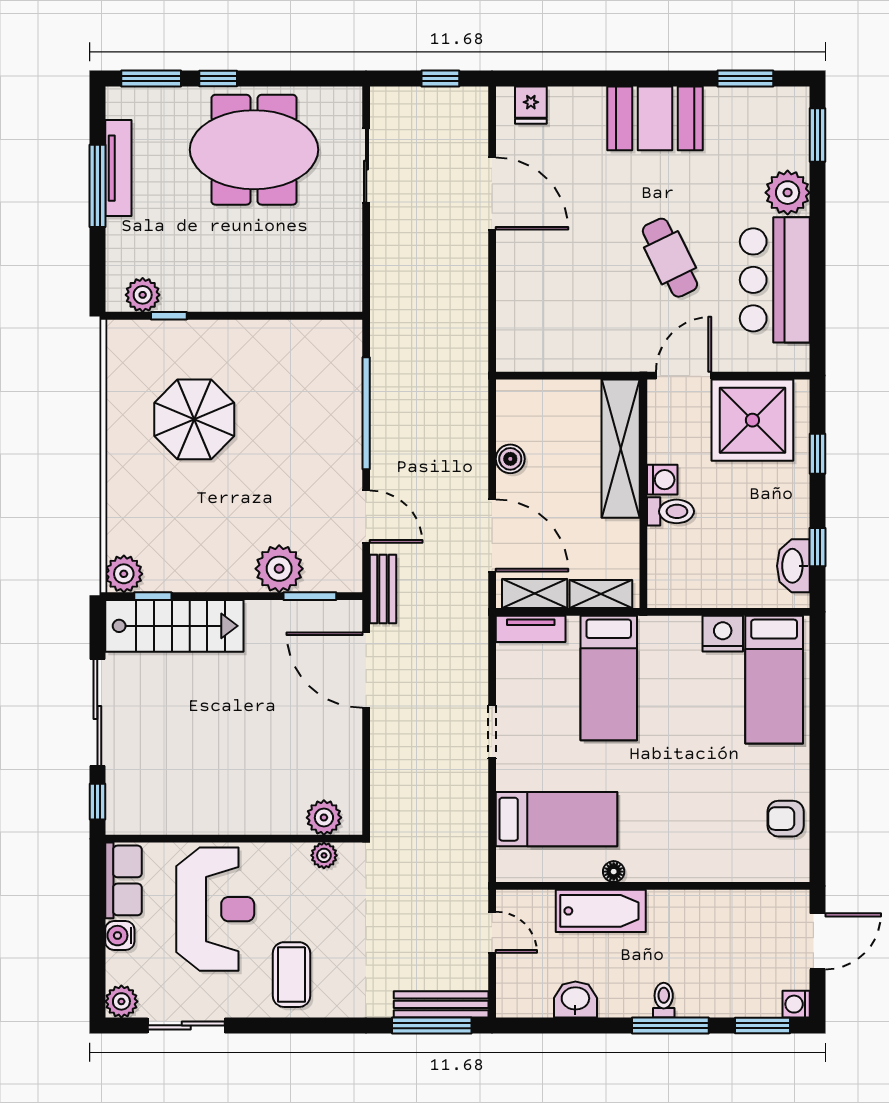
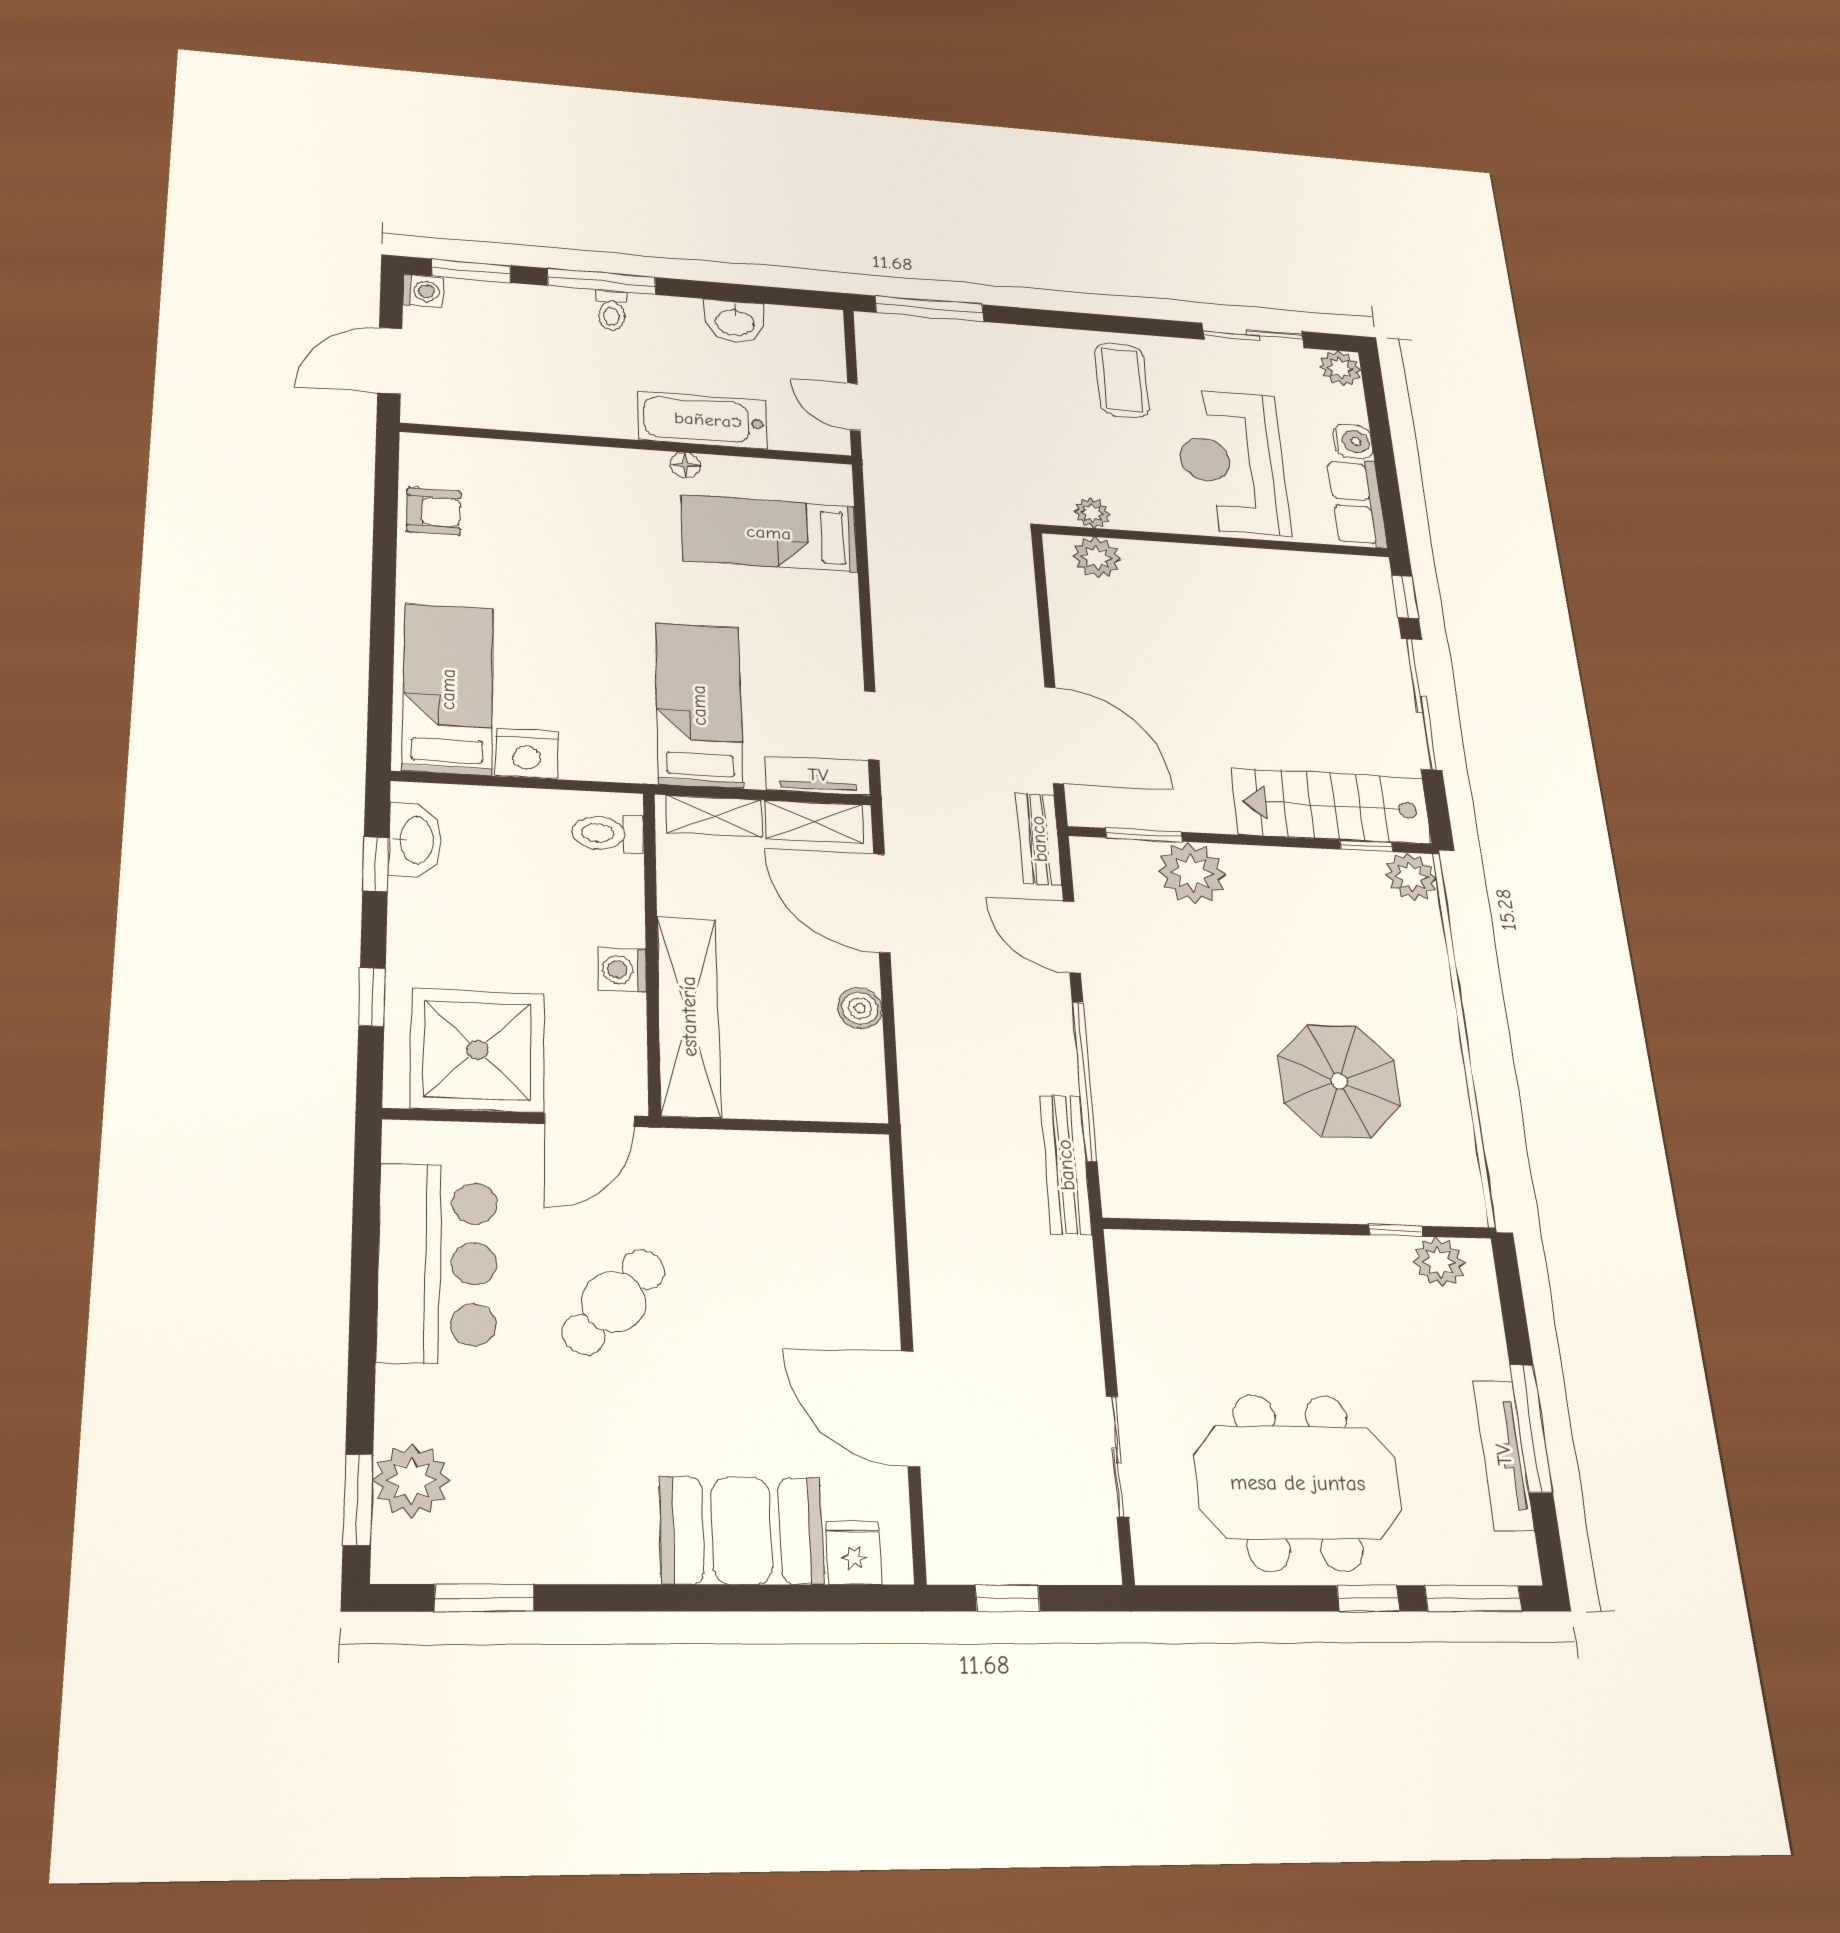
booth: (655, 118) -> (742, 1530), moved
plant: (788, 193) -> (411, 1480), moved
cafe table: (670, 258) -> (614, 1302), turned 67
toilet: (670, 511) -> (608, 833), moved
doorway: (492, 732) -> (872, 726), moved
bench: (441, 1004) -> (1066, 1165), moved, turned 90

